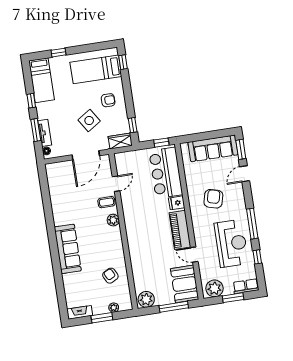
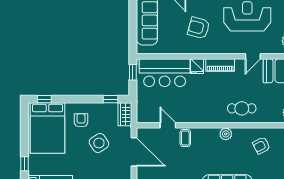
bed: (96, 69) -> (47, 128), width x1.50
plant: (113, 220) -> (226, 134), moved
piano: (180, 230) -> (220, 65), width x0.73, depth x0.75
cafe table: (143, 252) -> (242, 108), added

